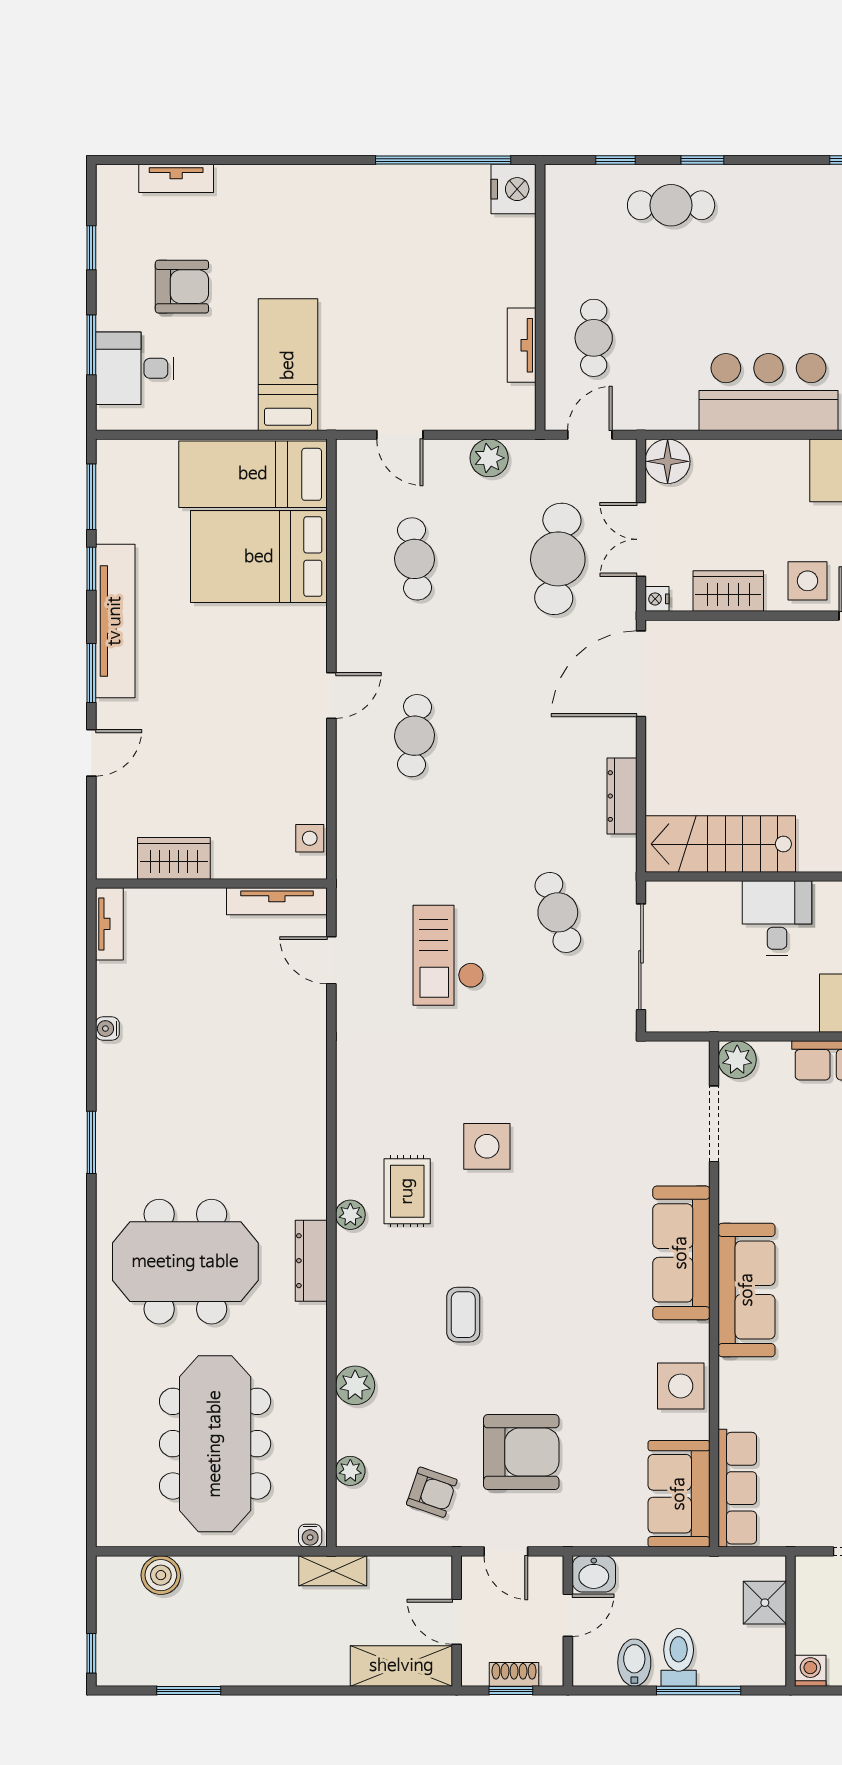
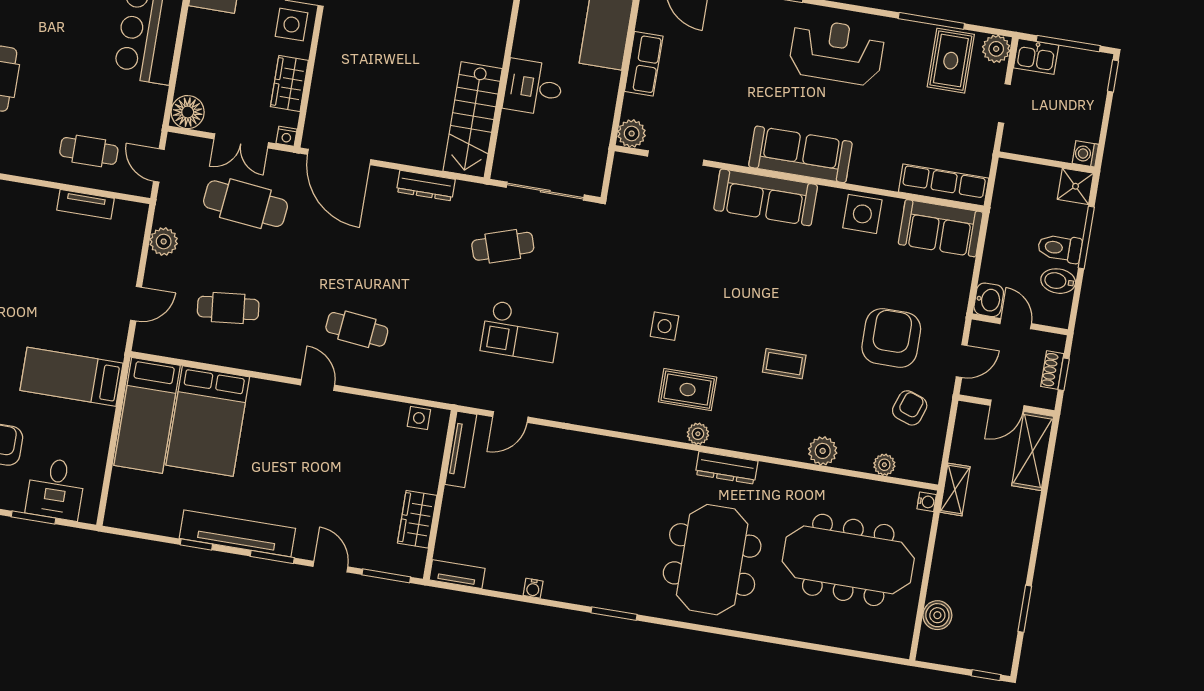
window: (91, 497) -> (386, 576), moved
side table: (487, 1146) -> (664, 326), width x0.73, depth x0.73
shower: (765, 1603) -> (1075, 186), moved

